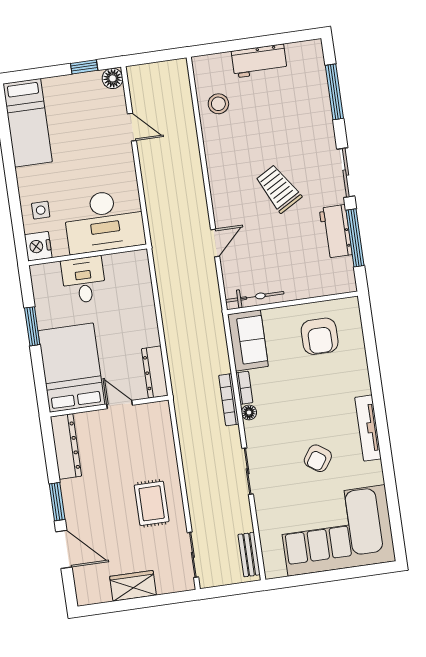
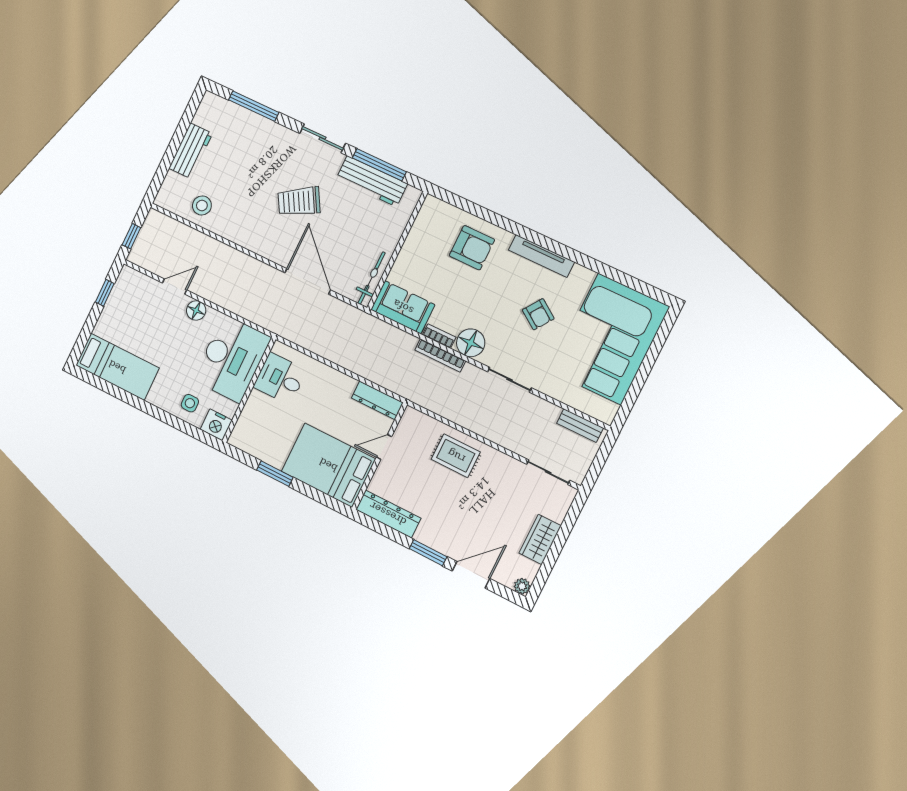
window: (150, 58) -> (131, 236), added
floor lamp: (113, 78) -> (196, 310), moved
workbench: (336, 231) -> (372, 181), width x1.38
door: (215, 243) -> (308, 281), width x1.88
desk: (84, 280) -> (280, 379), moved
armchair: (320, 336) -> (472, 248), moved
floor lamp: (249, 412) -> (471, 343), width x1.89, depth x1.89
rug: (152, 503) -> (456, 456), moved
plant: (84, 597) -> (522, 586), added

